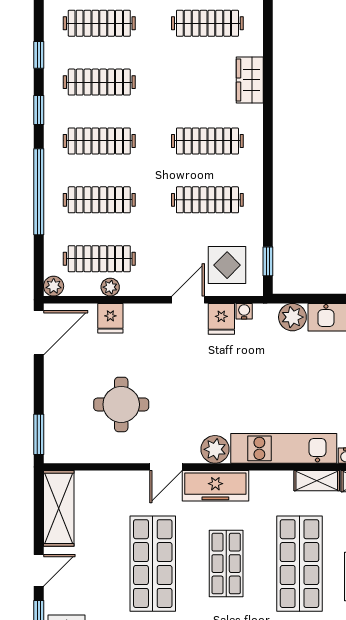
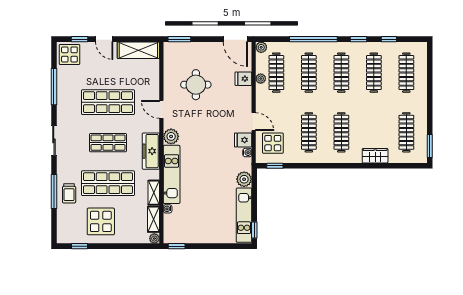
freezer: (215, 486) -> (151, 151), moved

